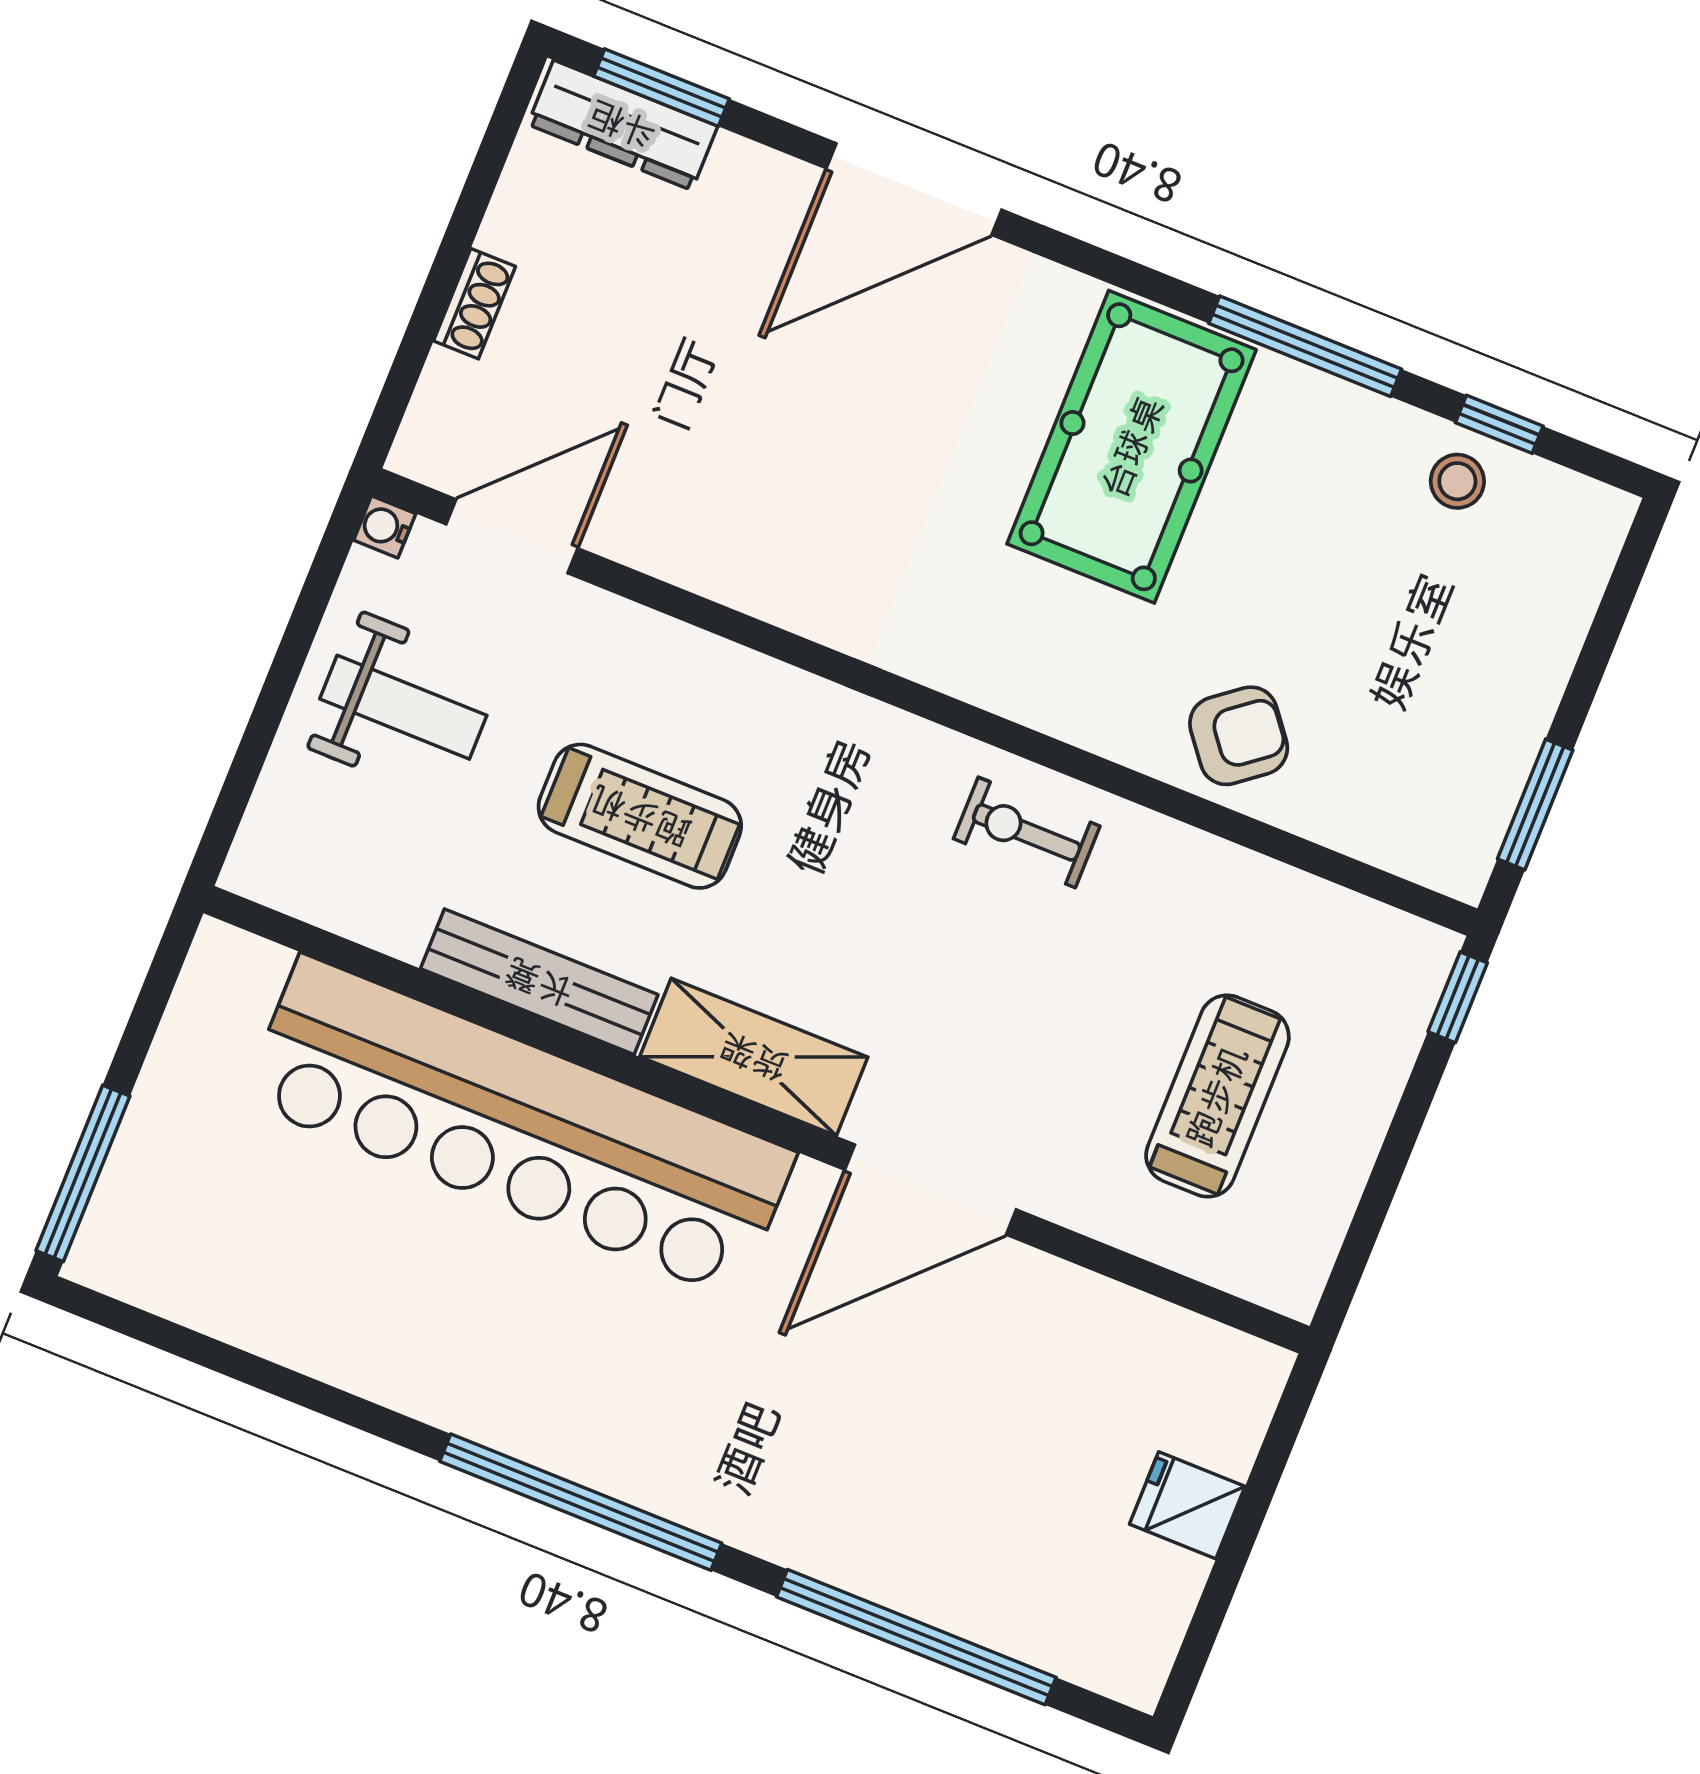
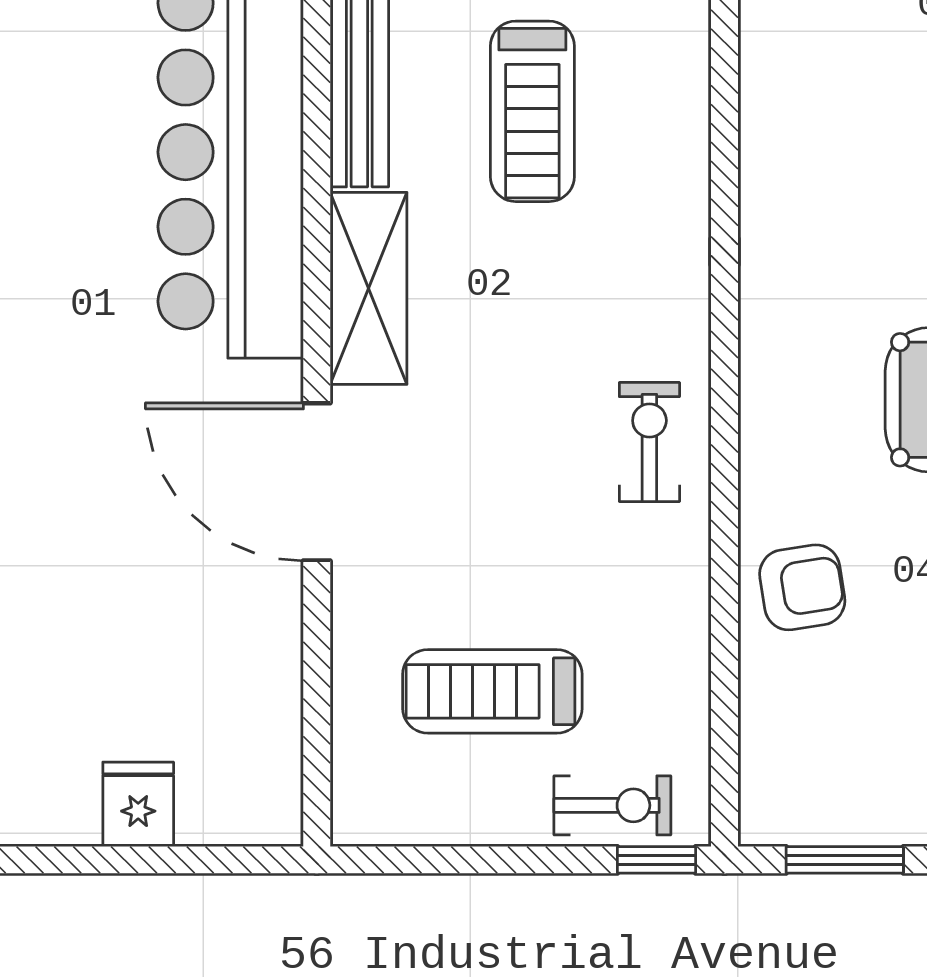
armchair: (1239, 736) -> (802, 587), turned -61
exercise bike: (1384, 1020) -> (612, 805), added
treadmill: (1217, 1096) -> (492, 691), turned 180

